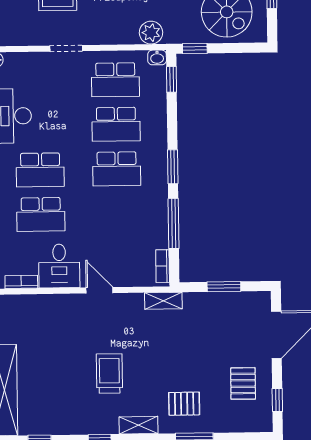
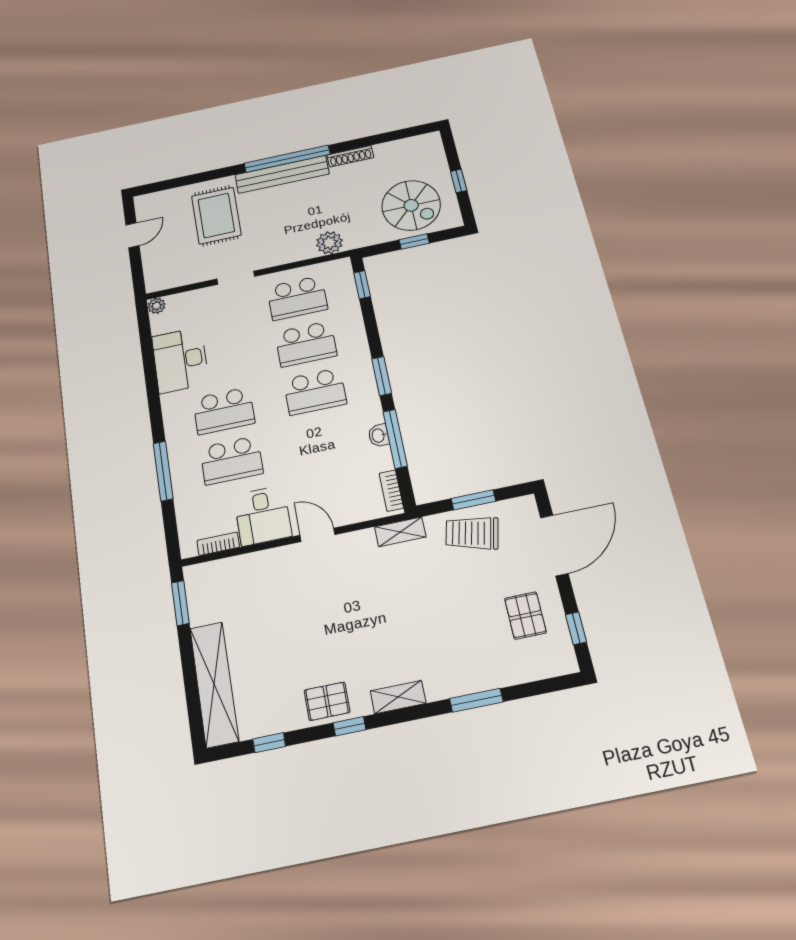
window: (195, 48) -> (414, 242), moved
washbasin: (157, 57) -> (379, 435), moved, turned 90
trolley: (109, 374) -> (472, 533), moved, turned -77
pallet: (184, 404) -> (327, 701), moved

